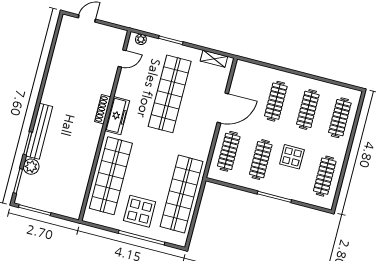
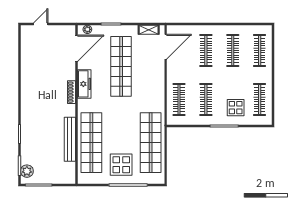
door: (122, 59) -> (76, 48), width x1.88
door: (223, 108) -> (166, 47), moved
freezer: (117, 116) -> (84, 84), moved
bench: (39, 131) -> (70, 139), moved
display table: (292, 157) -> (236, 108), moved
plant: (31, 167) -> (27, 171), moved

